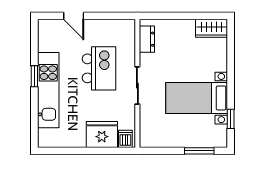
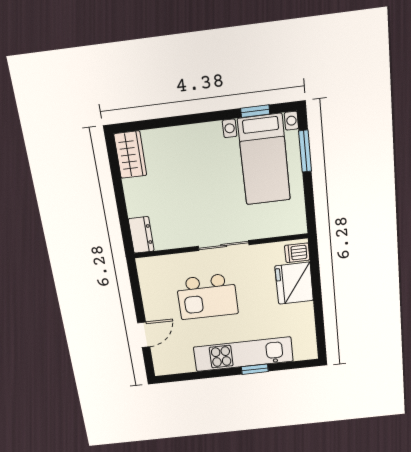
dresser: (147, 39) -> (141, 235), moved, turned 90
kitchen island: (99, 68) -> (207, 297), turned 180
window: (34, 76) -> (255, 369), moved
bed with nightstands: (197, 98) -> (264, 160), moved

